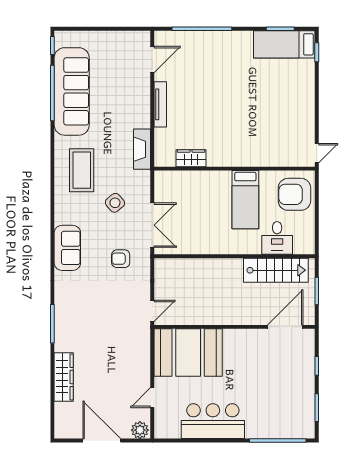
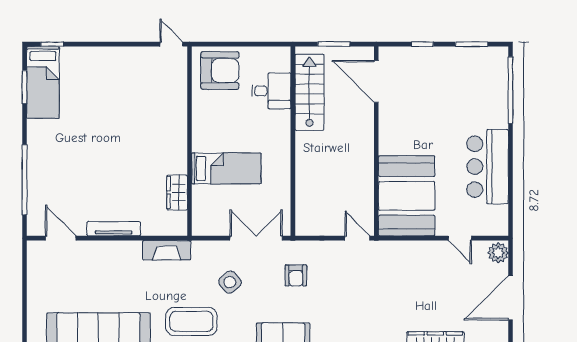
armchair: (294, 194) -> (220, 70), turned -90
bed: (245, 200) -> (226, 168), moved

